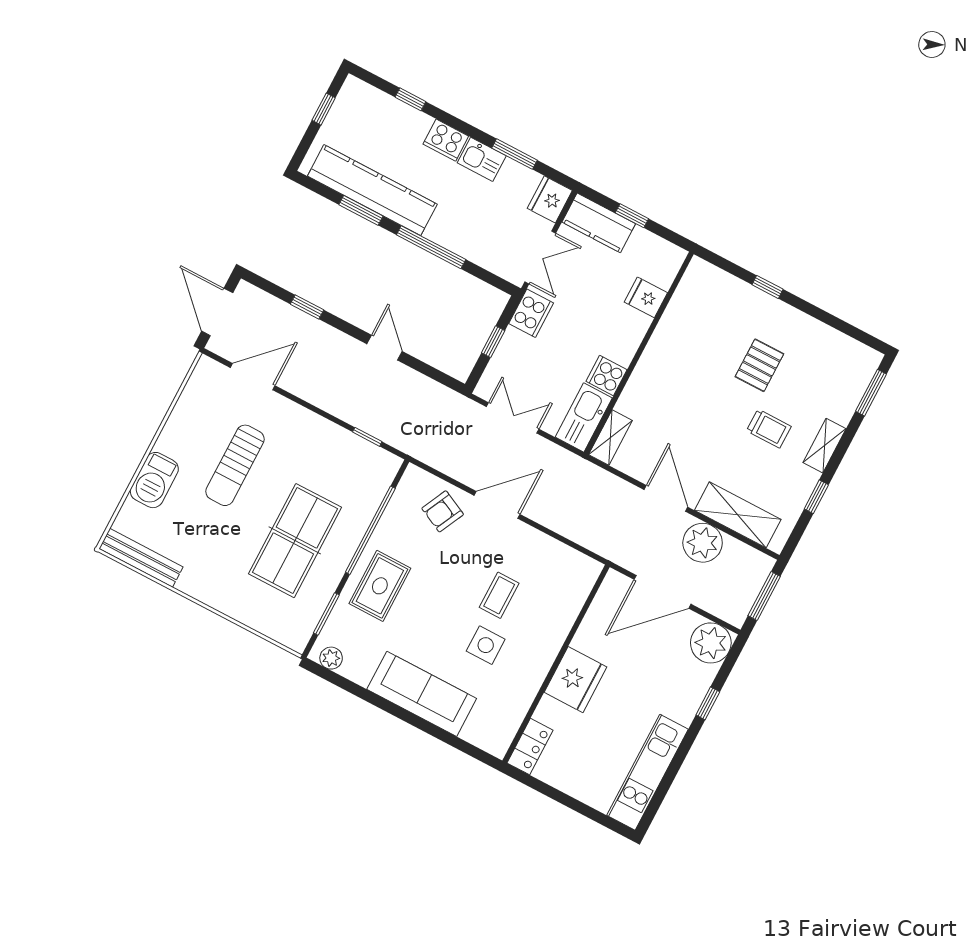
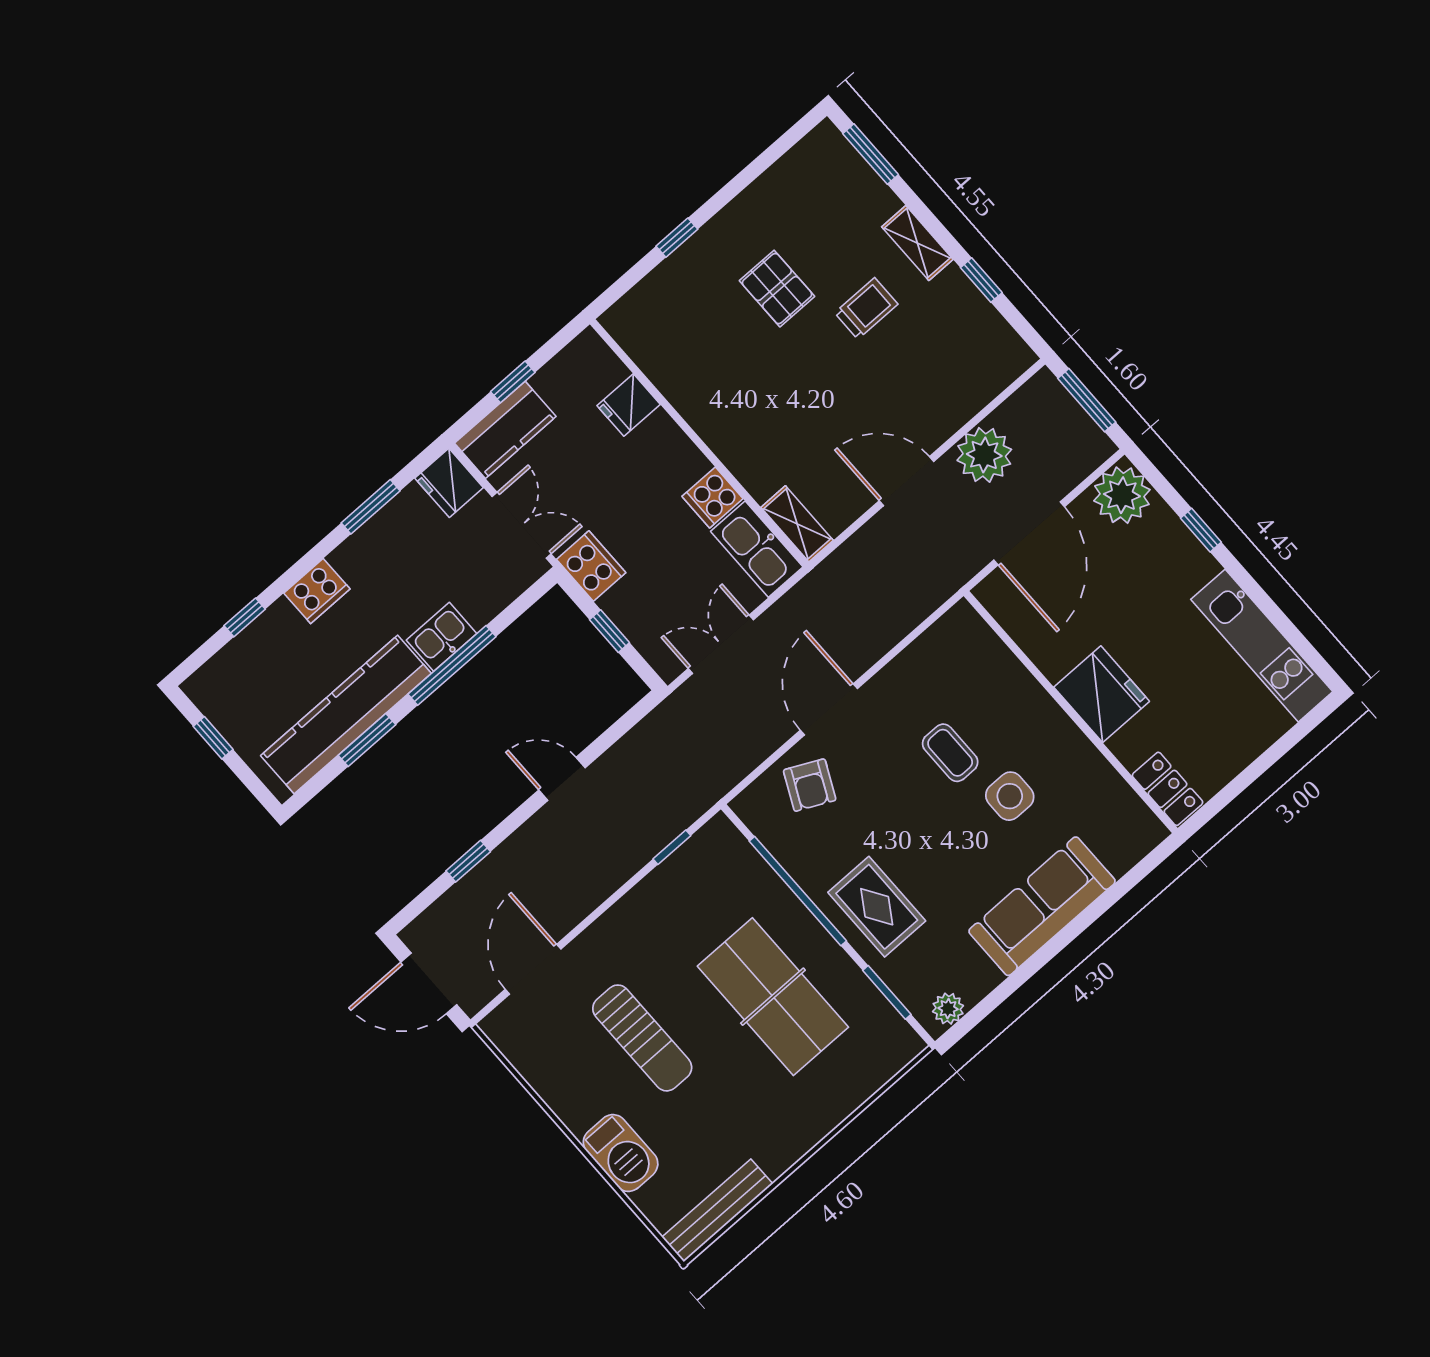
kitchen sink: (482, 159) -> (441, 637), moved, turned 180
shelving: (738, 515) -> (965, 394), removed

